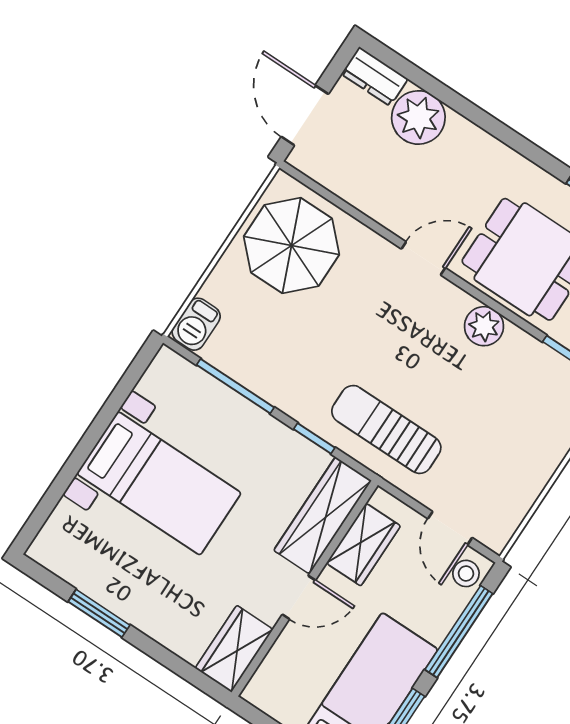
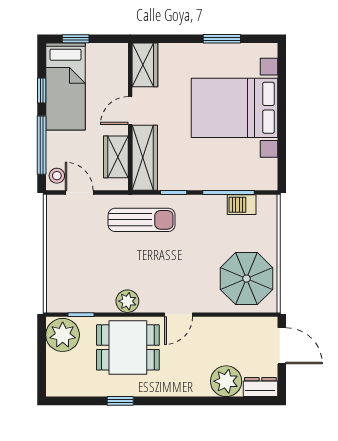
barbecue: (196, 324) -> (242, 205), moved, turned -90
bed with nightstands: (159, 483) -> (234, 108), width x1.36

